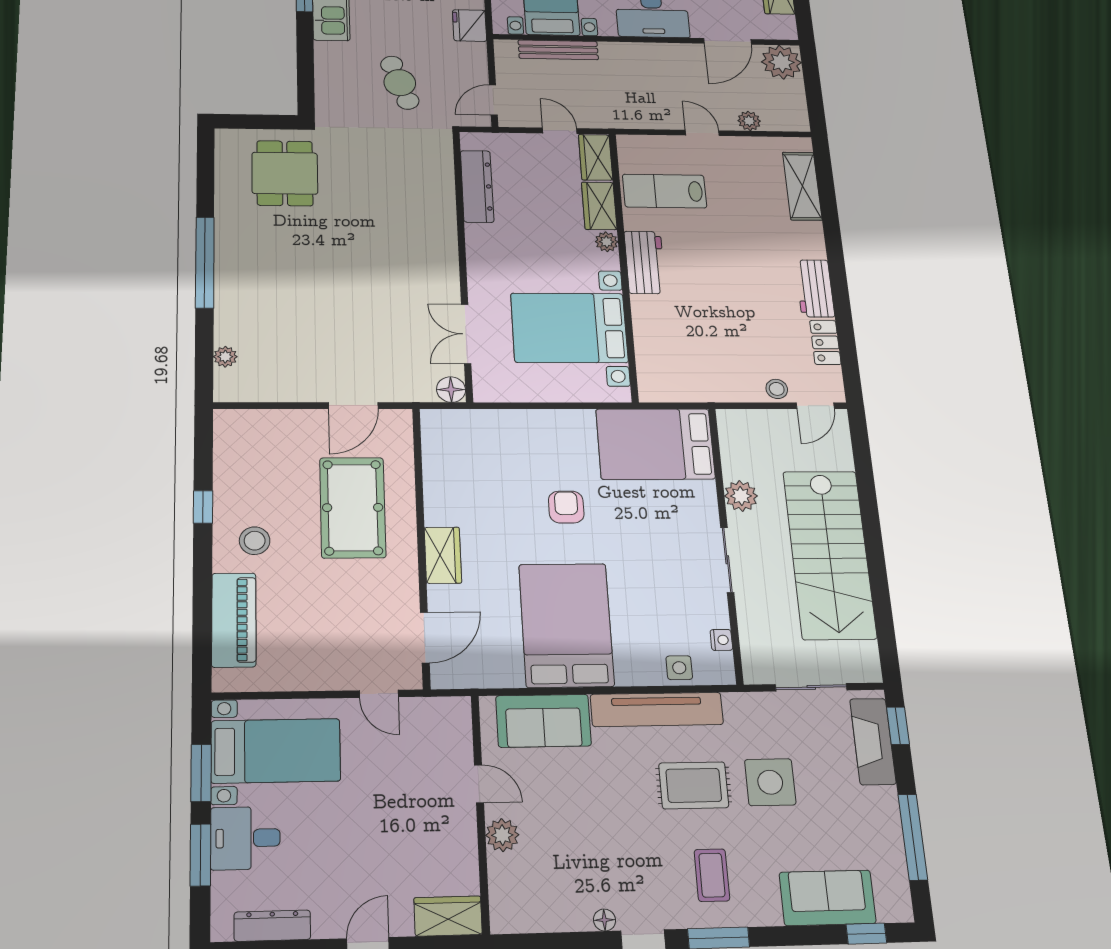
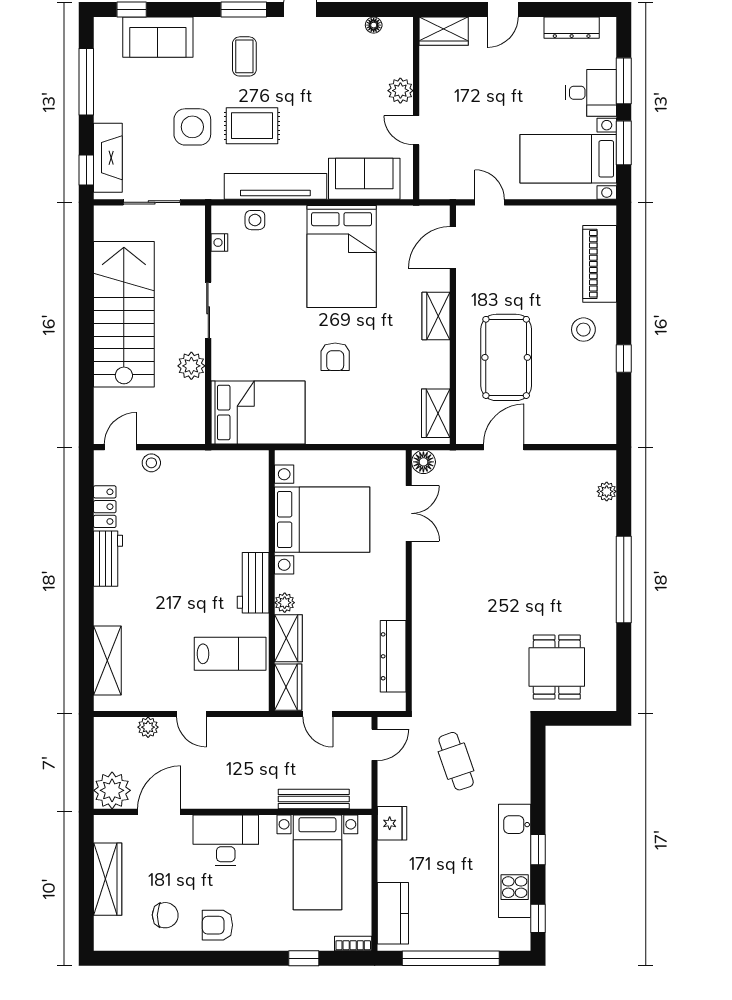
wardrobe: (438, 444) -> (436, 413), added
floor lamp: (604, 920) -> (374, 25), moved

